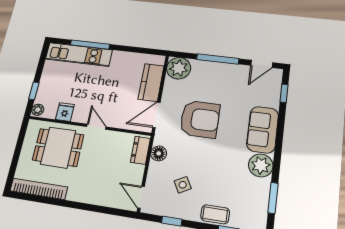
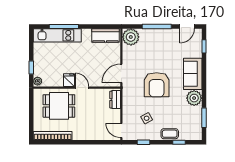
kitchen counter: (151, 82) -> (105, 35), moved, turned -90
fridge: (65, 112) -> (69, 80), moved
armchair: (200, 119) -> (157, 85), moved, turned 90
floor lamp: (159, 153) -> (128, 100), removed

